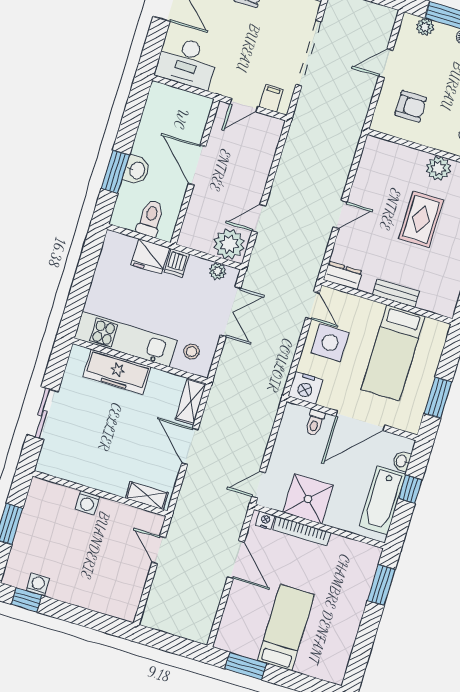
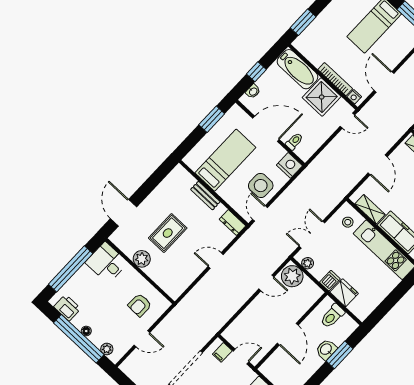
armchair: (411, 106) -> (140, 305), turned -89
shelving: (191, 401) -> (370, 209), moved, turned 90
bathtub: (382, 500) -> (297, 69), moved, turned 90

